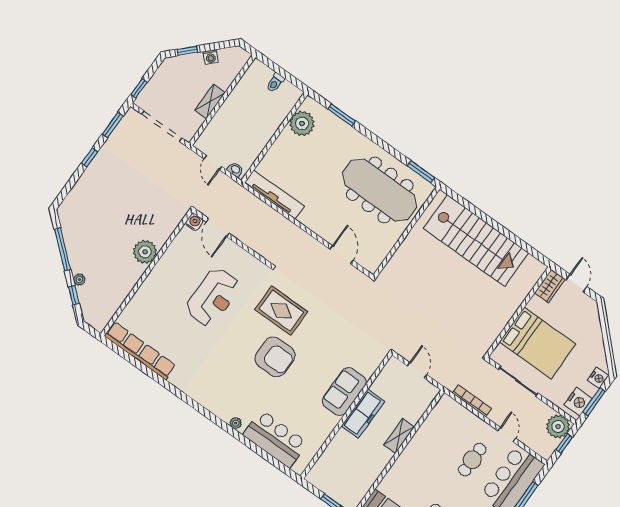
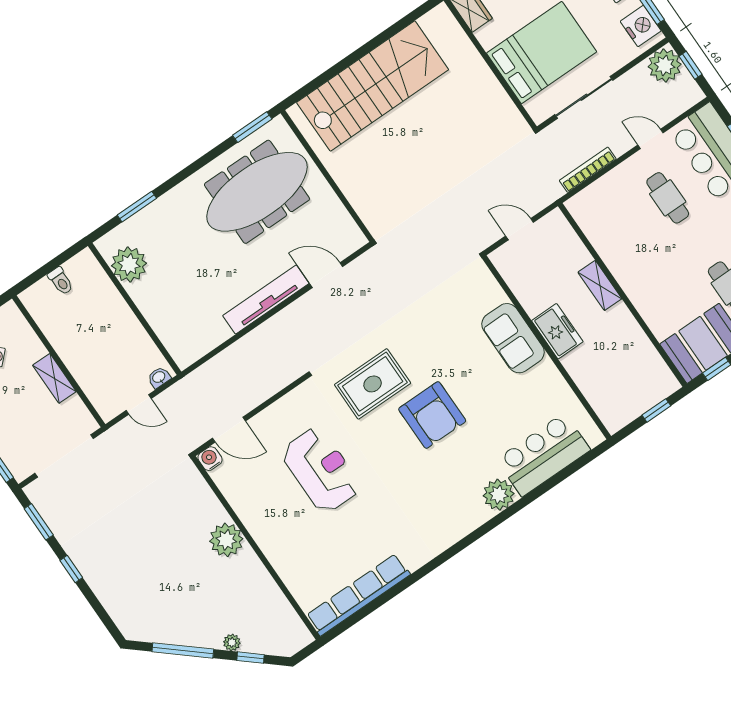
tv unit: (274, 194) -> (266, 300), moved
armchair: (275, 357) -> (432, 415), turned 90
freezer: (363, 414) -> (557, 331), width x0.71
plant: (236, 423) -> (499, 495), width x1.88, depth x1.88

